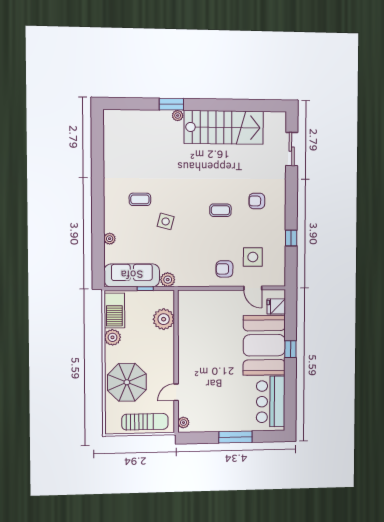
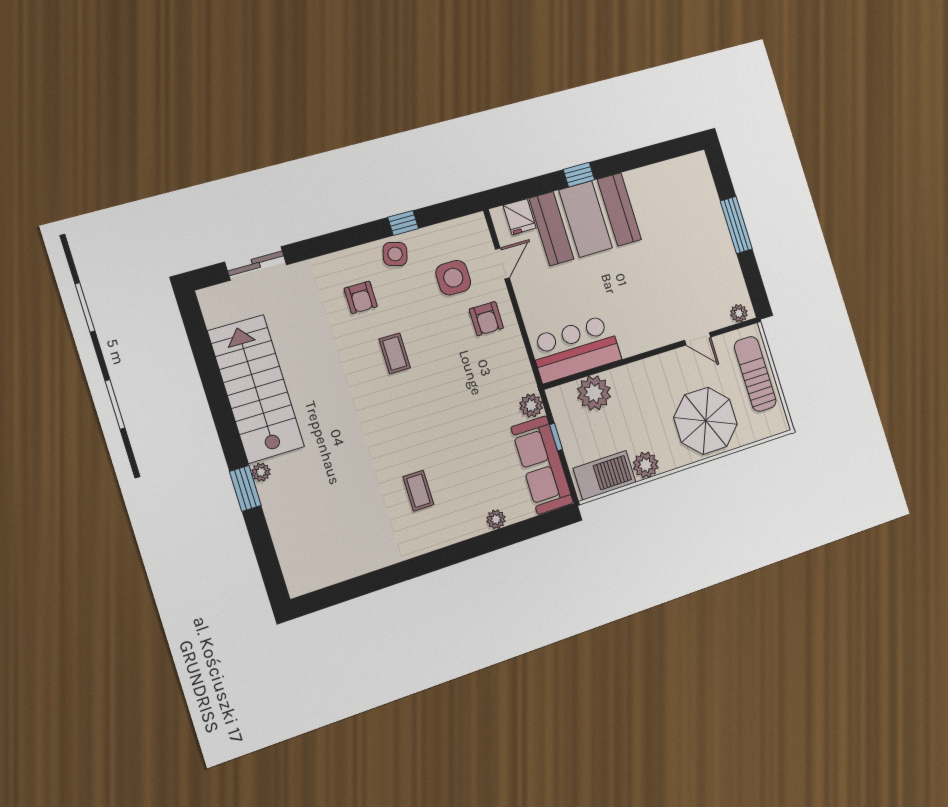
side table: (166, 221) -> (395, 254), moved
bar counter: (271, 402) -> (575, 349), moved, turned 180

